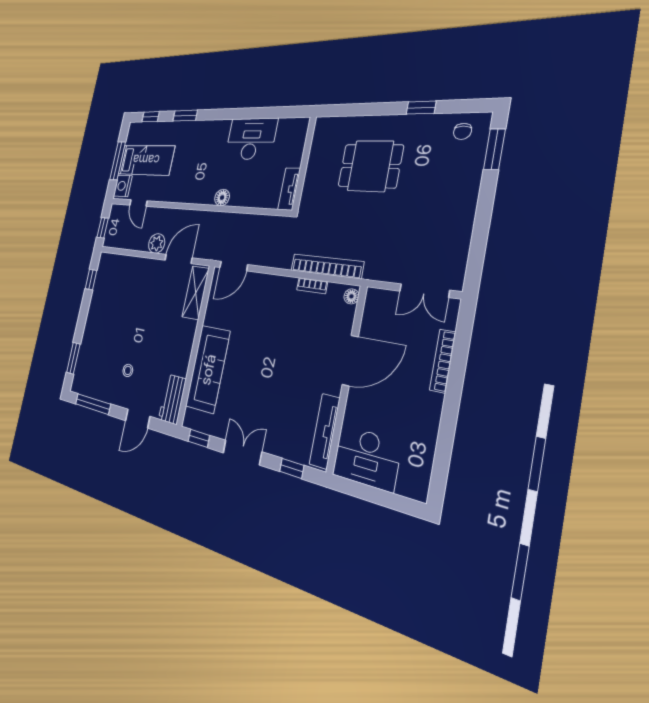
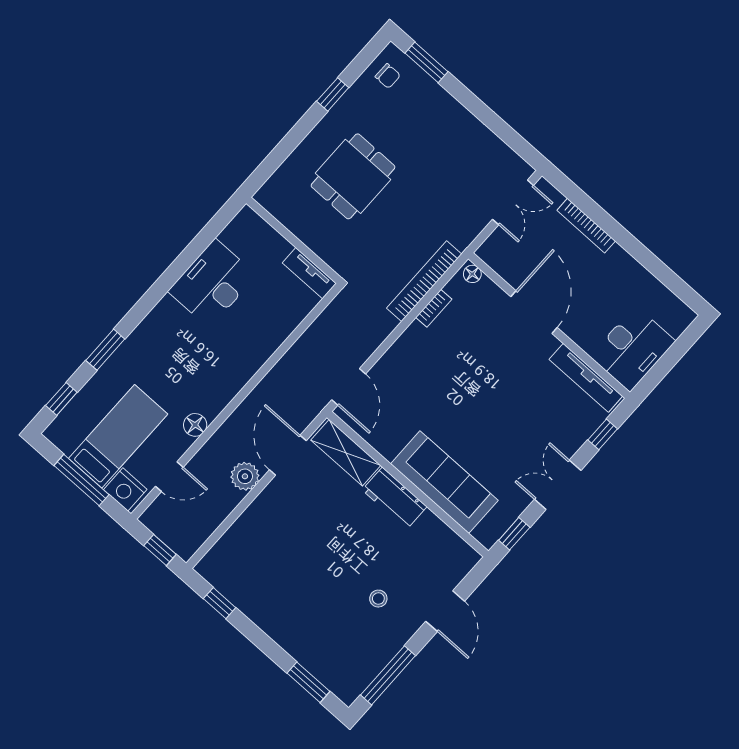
floor lamp: (222, 198) -> (195, 425), moved
workbench: (172, 399) -> (394, 498), moved

